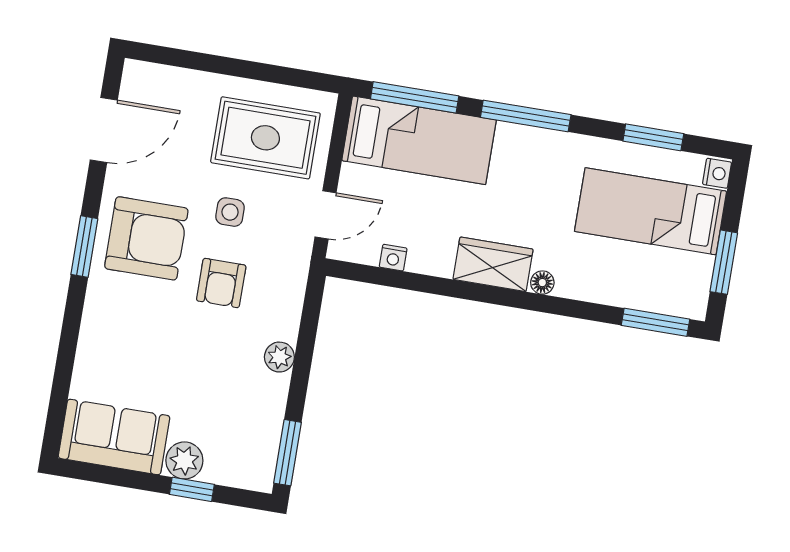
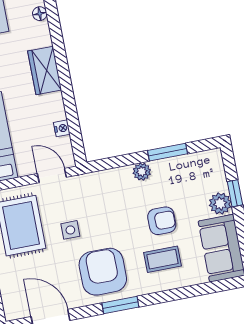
armchair: (221, 283) -> (162, 221), moved
floor lamp: (542, 283) -> (40, 14), moved
coffee table: (131, 339) -> (162, 259), added
window: (287, 453) -> (168, 152), moved

